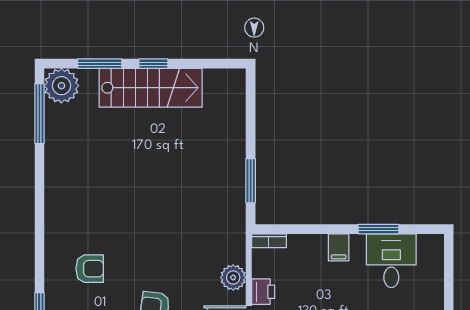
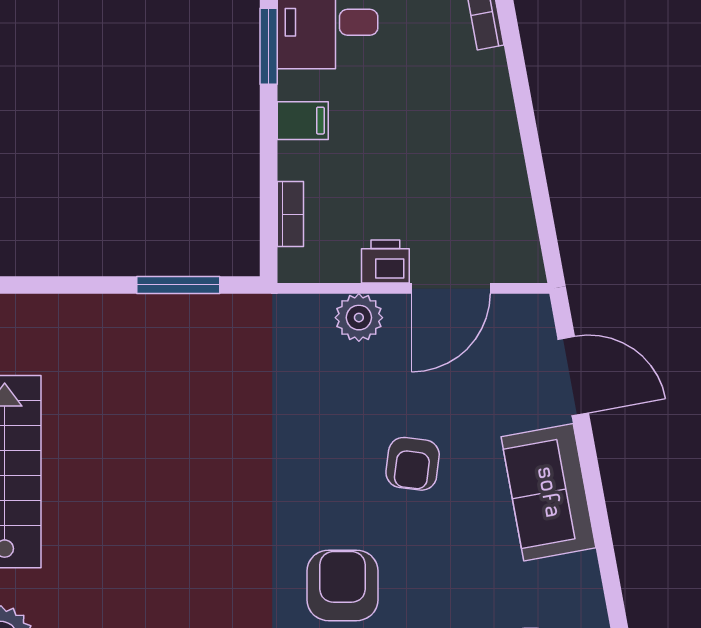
bookcase: (269, 241) -> (290, 214), moved
armchair: (90, 269) -> (342, 585), width x1.38, depth x1.38

